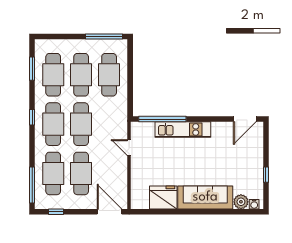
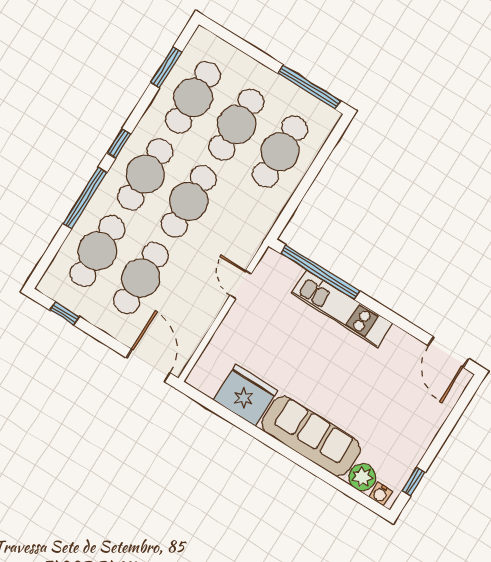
door: (245, 119) -> (448, 352), hinge flipped
window: (266, 175) -> (414, 482), moved
window: (32, 185) -> (85, 198), moved

